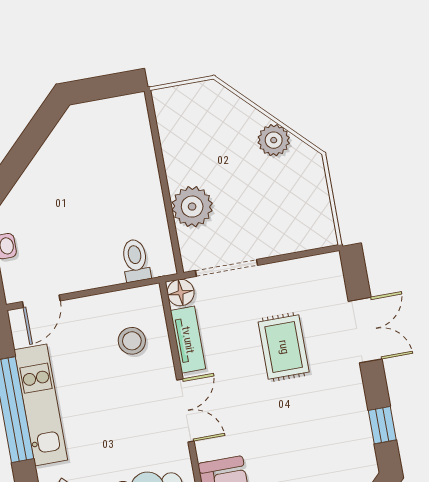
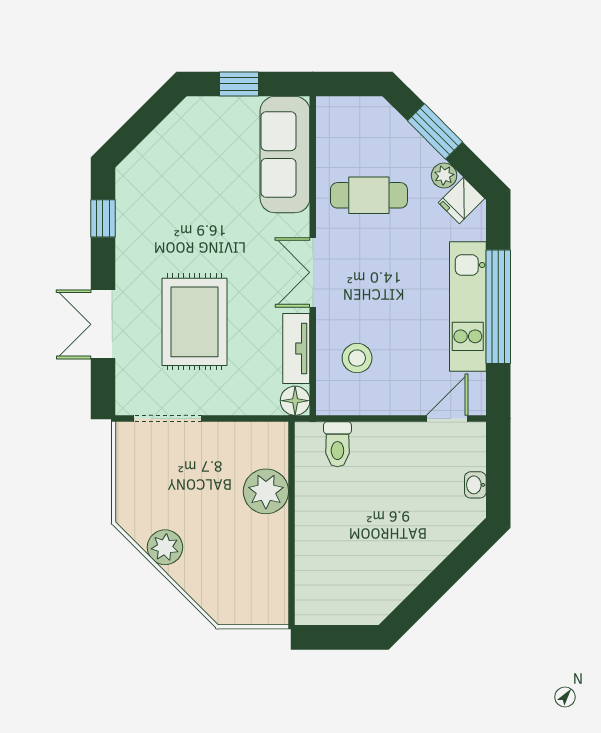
doorway: (227, 268) -> (168, 418), moved
rug: (284, 347) -> (194, 322), width x1.36, depth x1.43

